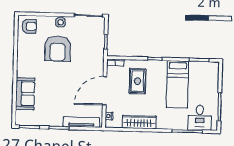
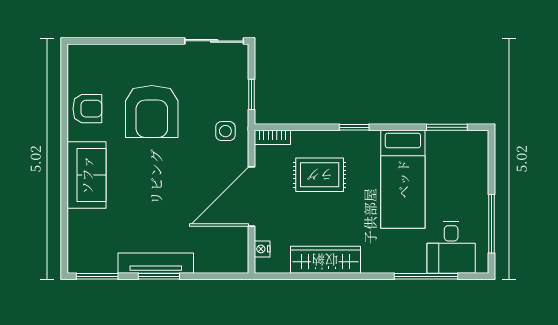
side table: (60, 22) -> (225, 131), moved
armchair: (29, 26) -> (87, 109), moved
rug: (138, 81) -> (320, 175), turned 90
sofa: (25, 94) -> (87, 175), moved
tv unit: (81, 122) -> (156, 263), moved

